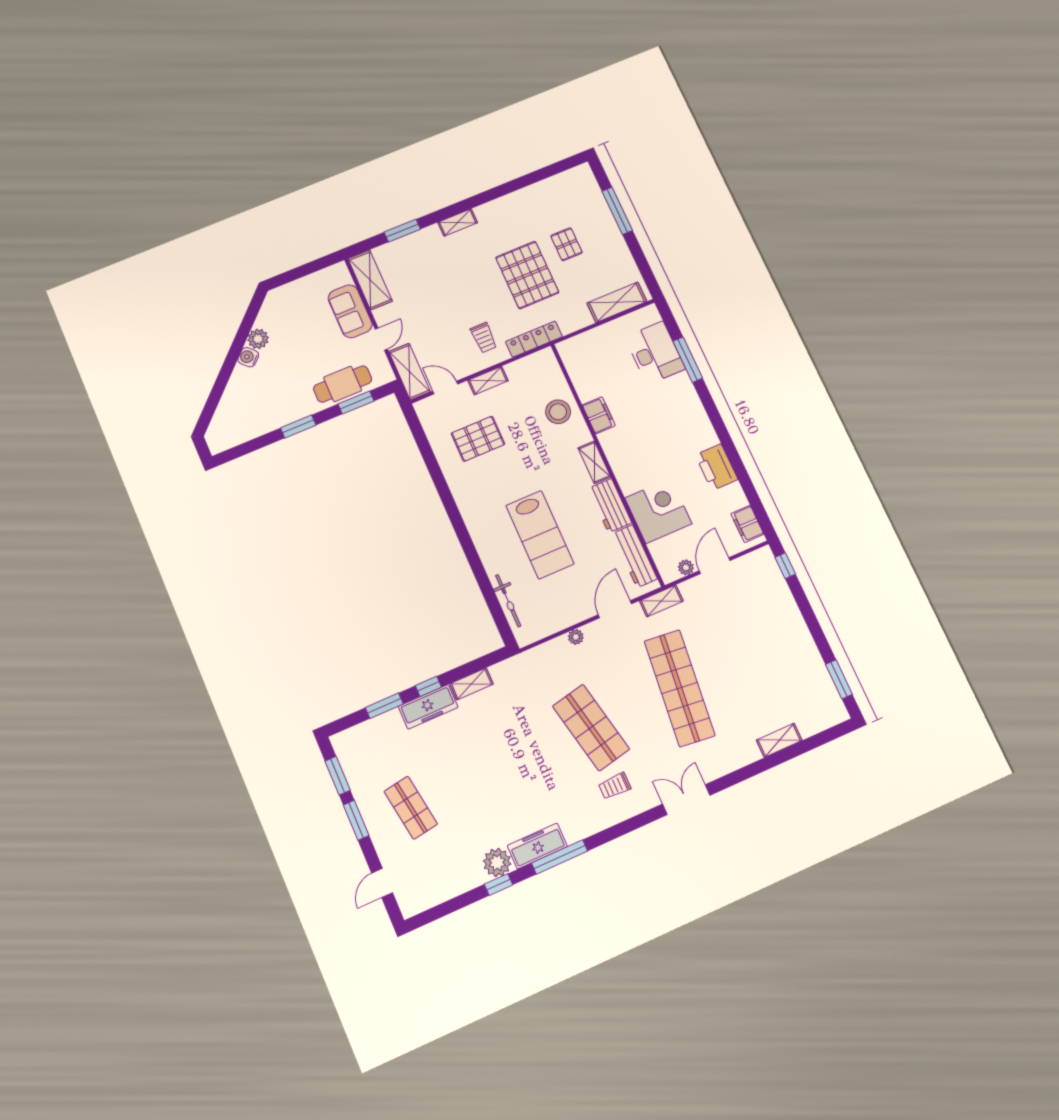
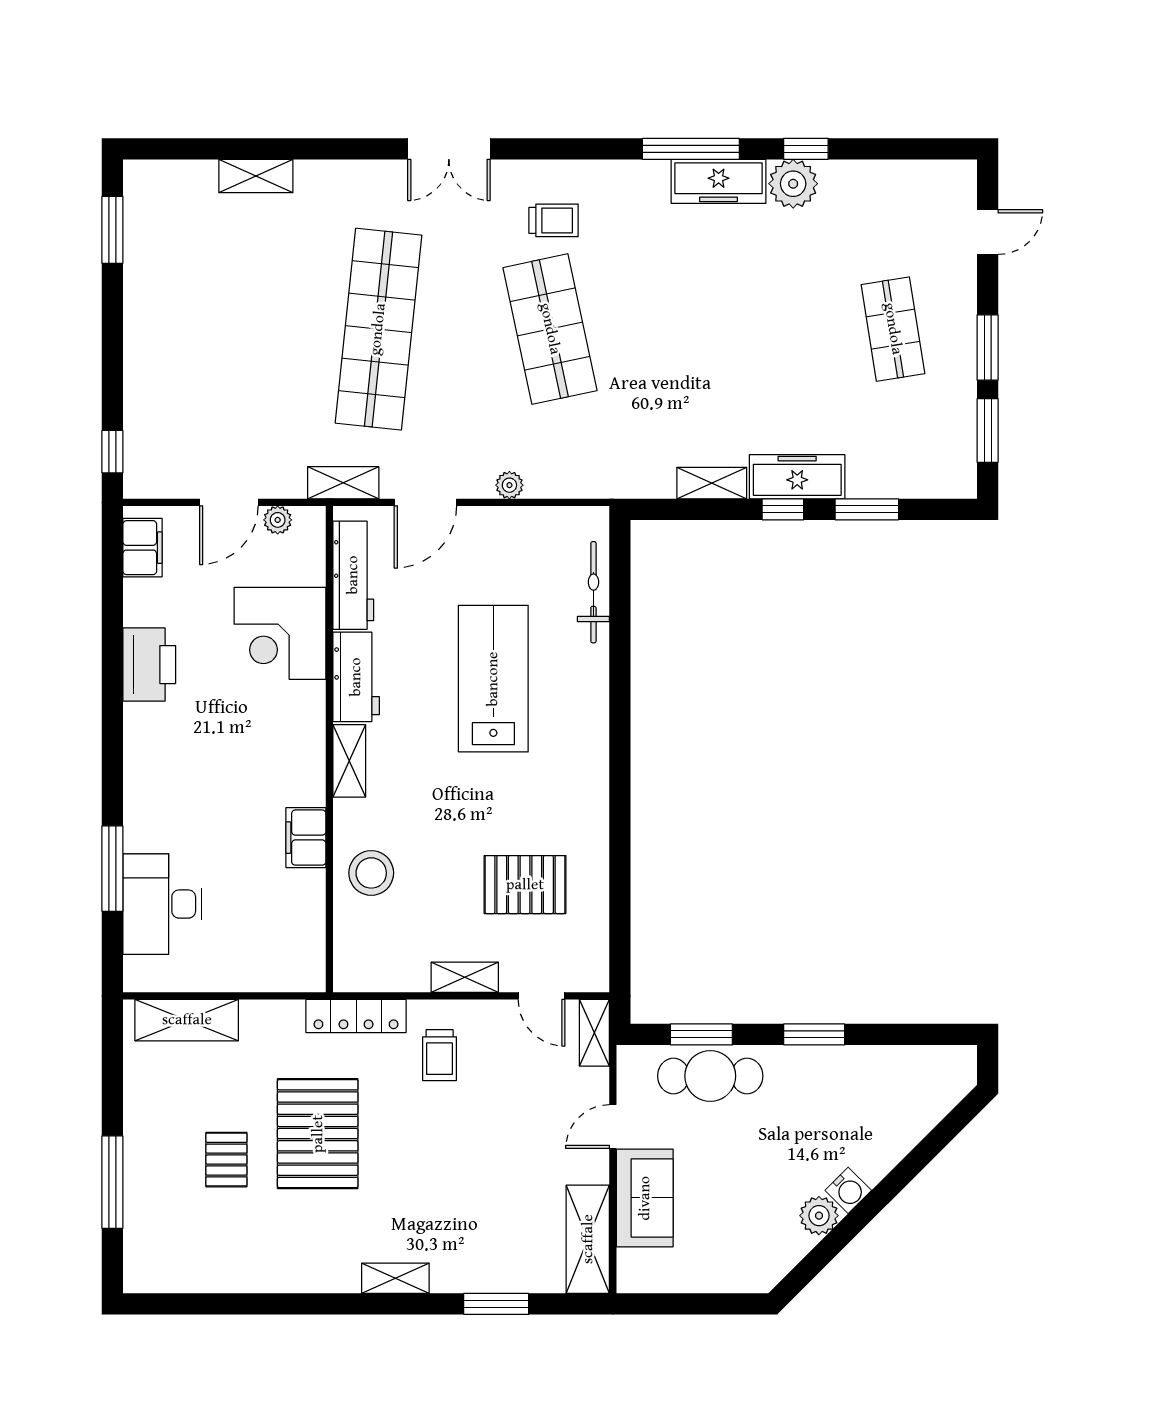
trolley: (484, 338) -> (440, 1055), turned 180
shelving: (410, 372) -> (594, 1033), width x0.67, depth x0.75

